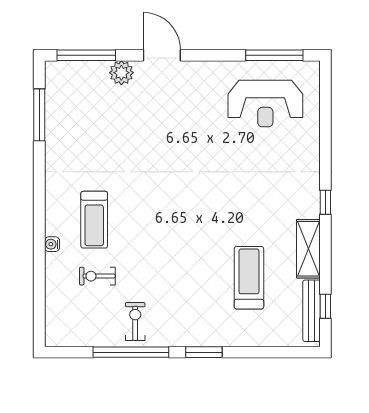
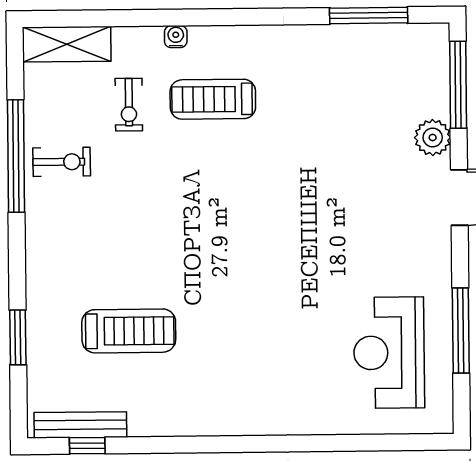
window: (274, 55) -> (461, 330), moved
window: (325, 202) -> (242, 444), removed
shelving: (308, 249) -> (67, 44), moved
exercise bike: (97, 276) -> (129, 105), turned 180
window: (204, 352) -> (18, 337), moved

